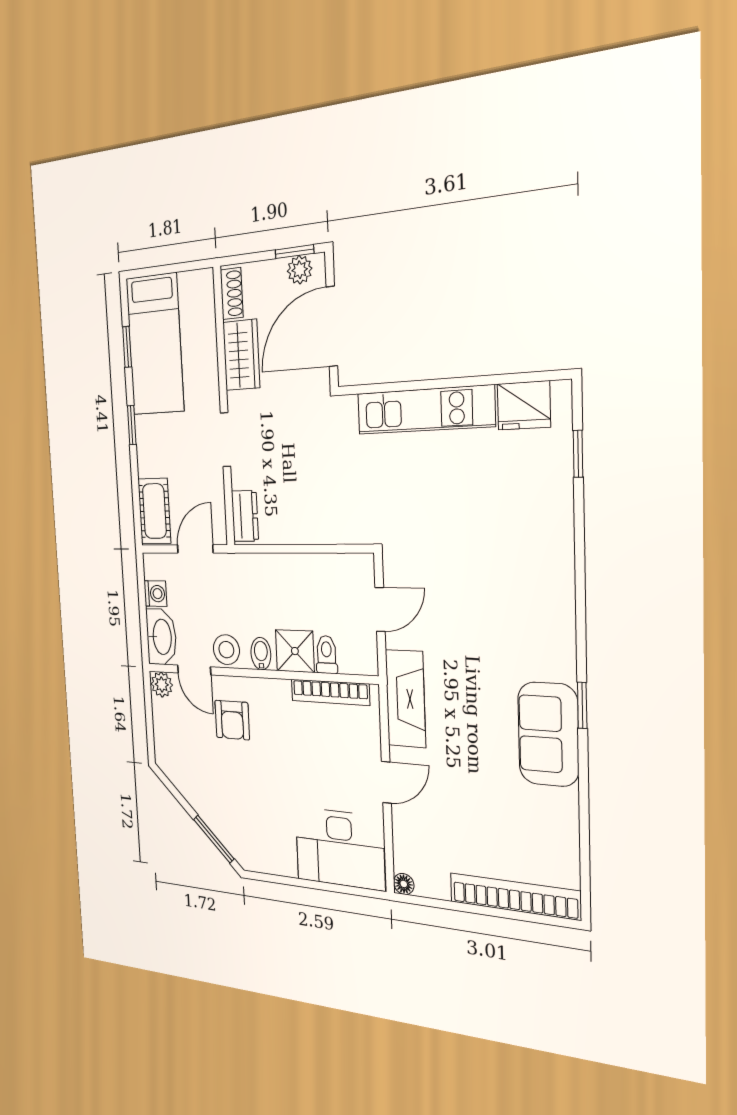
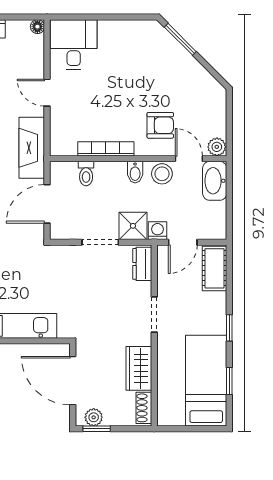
door: (332, 326) -> (73, 381), swing flipped
doorway: (302, 549) -> (100, 242), added
washing machine: (155, 594) -> (158, 231), moved, turned 90
door: (380, 609) -> (47, 204), width x1.38
shower: (295, 651) -> (133, 226), moved
bookcase: (330, 692) -> (106, 149), moved
armchair: (232, 720) -> (160, 125), turned 90
door: (386, 782) -> (47, 93), hinge flipped
desk: (340, 848) -> (74, 45), width x0.73

